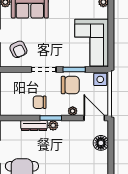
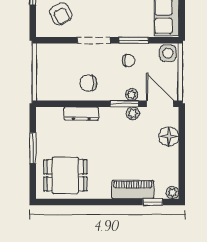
chair: (70, 85) -> (129, 61), width x0.54, depth x0.54
window: (51, 118) -> (124, 104), moved
plant: (53, 125) -> (133, 113), moved

